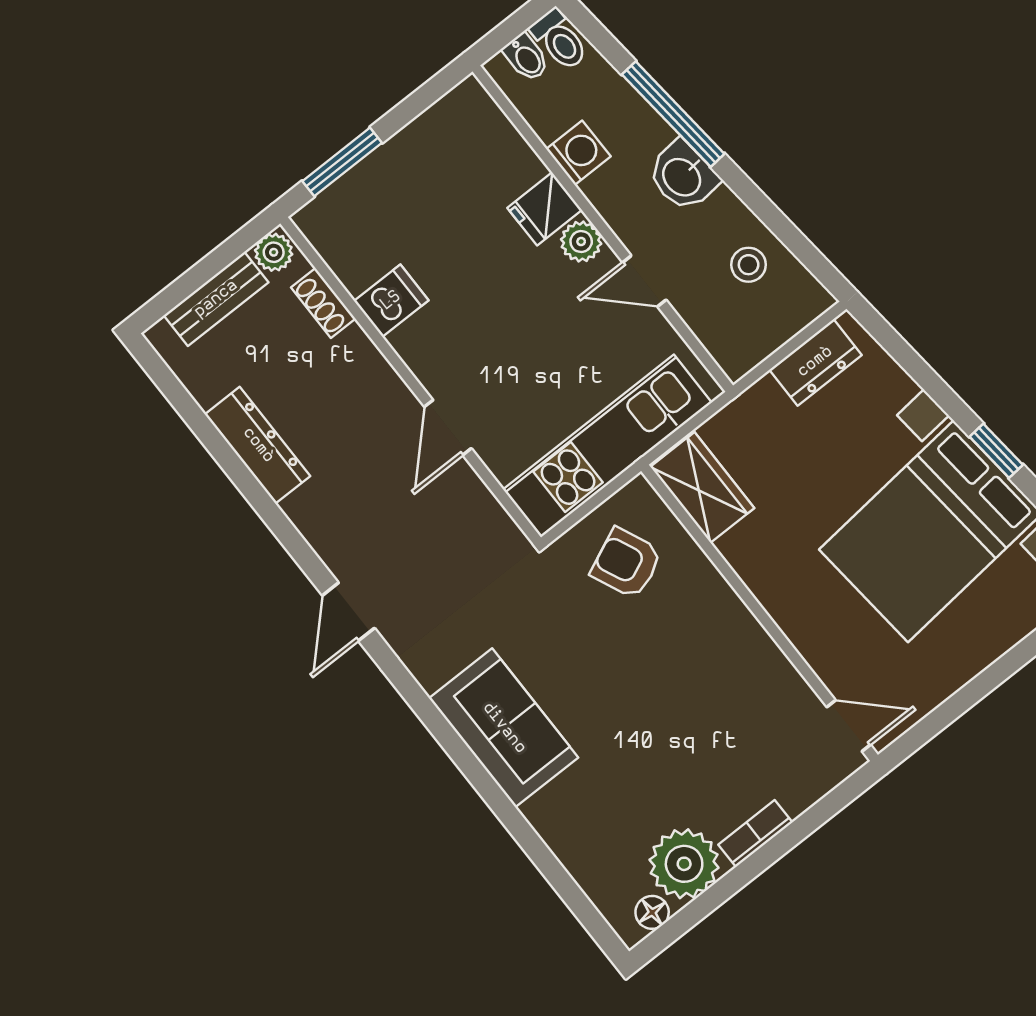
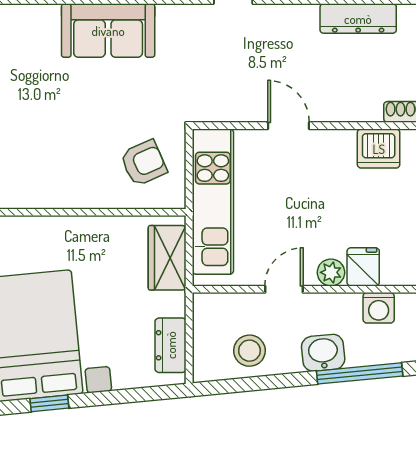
stool: (749, 265) -> (249, 351), width x1.37, depth x1.37
dishwasher: (391, 301) -> (379, 149), width x1.38
wardrobe: (702, 487) -> (167, 258), moved, turned 90

